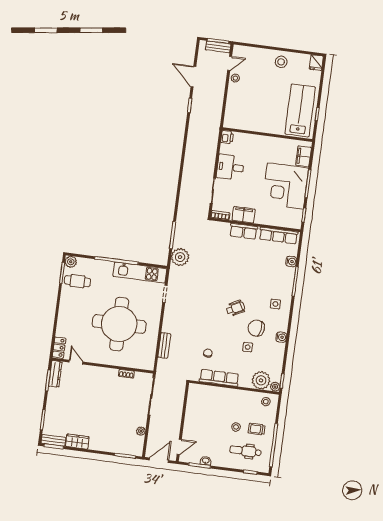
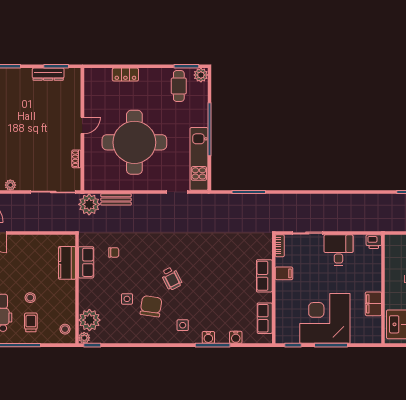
filing cabinet: (303, 156) -> (373, 304), moved, turned -90
filing cabinet: (244, 215) -> (284, 273), width x0.50
row of seats: (279, 236) -> (265, 318), width x0.68
plant: (180, 257) -> (89, 204), moved
water cooler: (281, 337) -> (208, 337), moved
locker: (59, 348) -> (125, 75), moved
door: (76, 362) -> (82, 125), moved
dresser: (55, 374) -> (48, 74), moved
row of seats: (219, 378) -> (86, 262), width x0.68
kitchen counter: (211, 393) -> (67, 263), added

